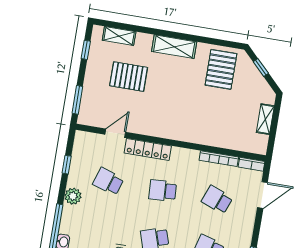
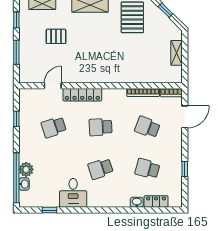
pallet: (129, 77) -> (56, 36), width x0.67, depth x0.71
window: (77, 100) -> (16, 52), moved
school desk: (108, 181) -> (54, 127), turned -36
plant: (73, 196) -> (26, 169), moved

